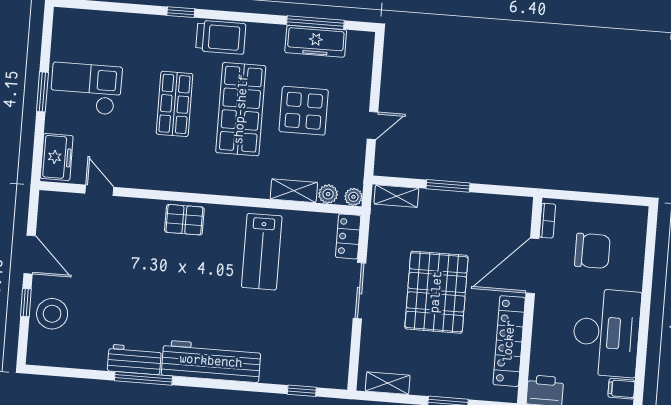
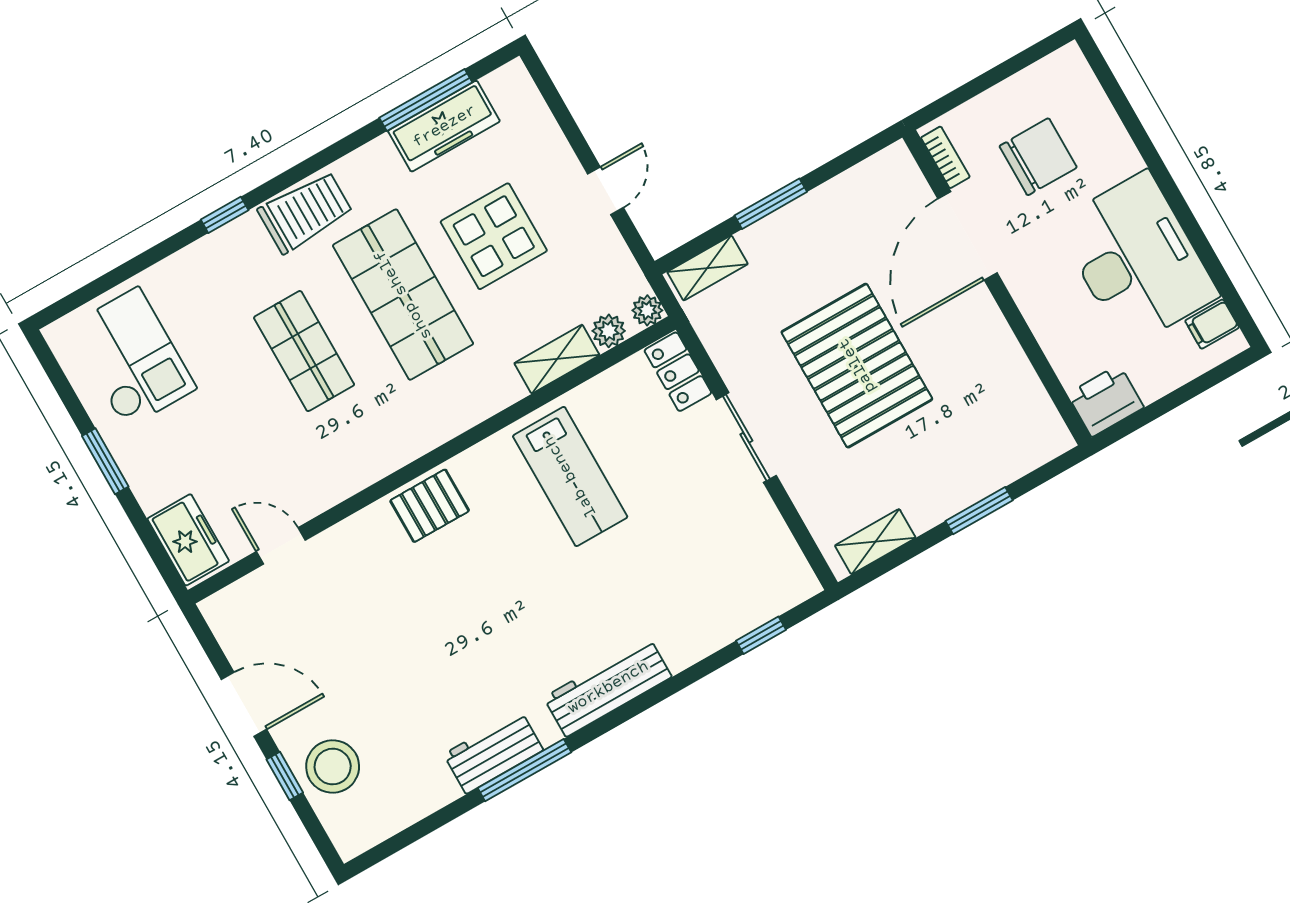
checkout: (86, 89) -> (132, 358), moved, turned 90
locker: (509, 341) -> (1007, 365), removed
workbench: (211, 361) -> (608, 687), width x0.73, depth x0.76

